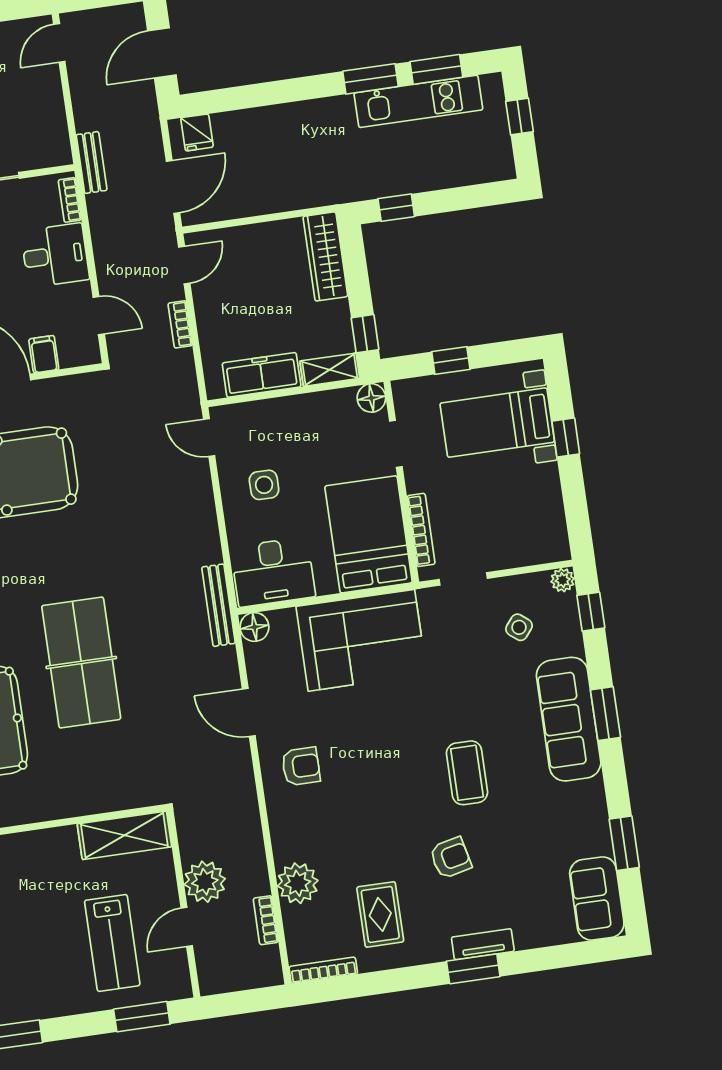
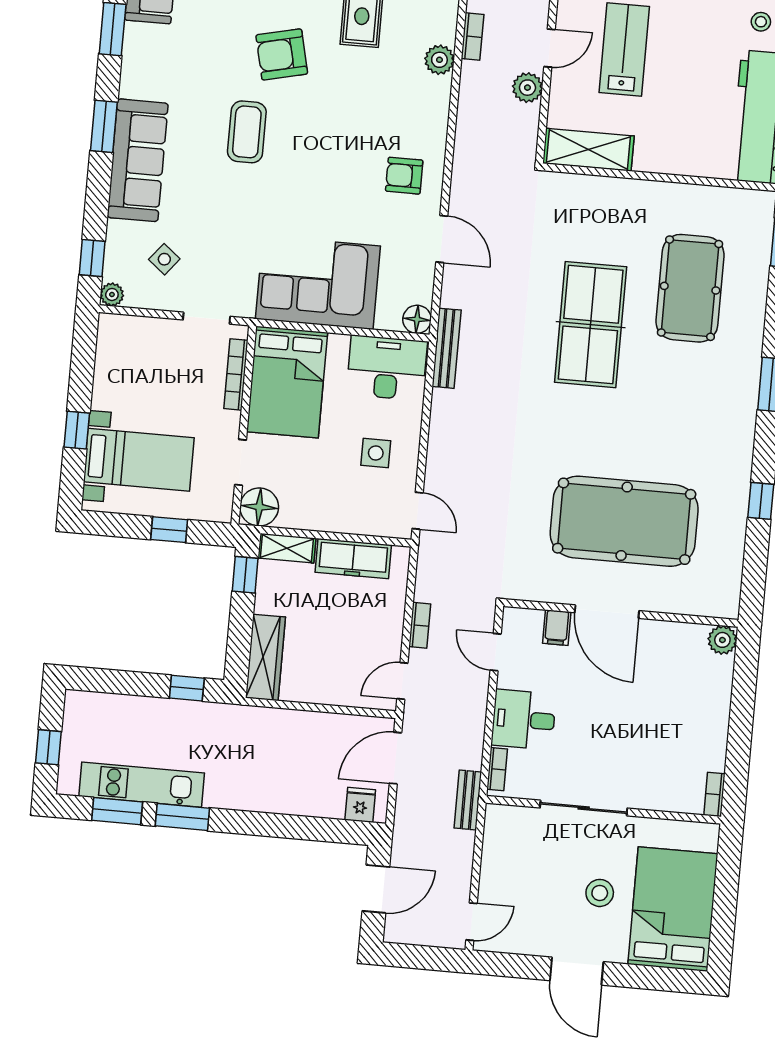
floor lamp: (371, 398) -> (259, 507), width x1.38, depth x1.38
window: (606, 714) -> (104, 126), moved
armchair: (451, 858) -> (282, 54), width x1.38, depth x1.38
plant: (205, 882) -> (527, 88), width x0.73, depth x0.73
plant: (298, 883) -> (439, 60), width x0.73, depth x0.73

